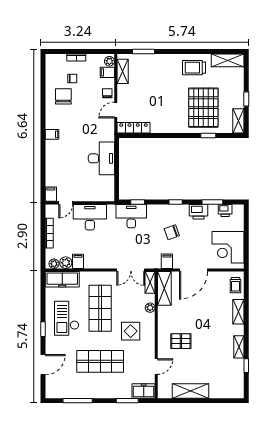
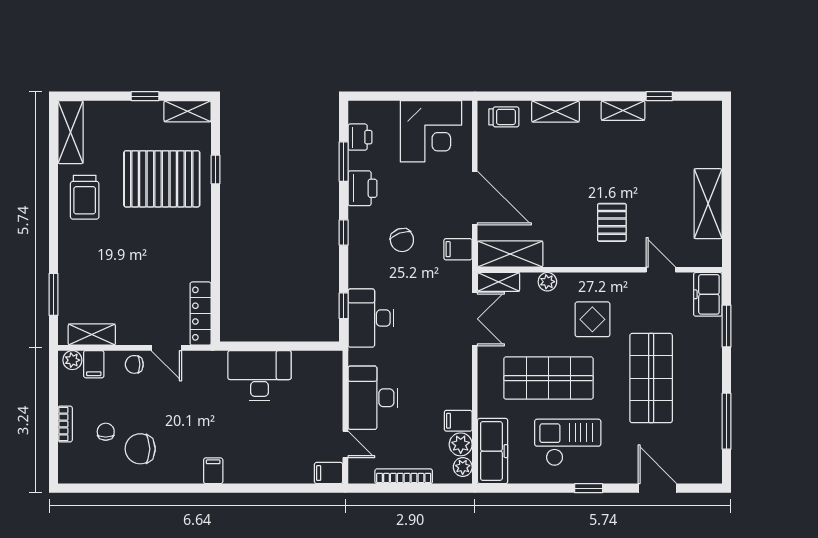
checkout: (67, 318) -> (568, 442), turned 180

